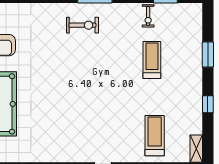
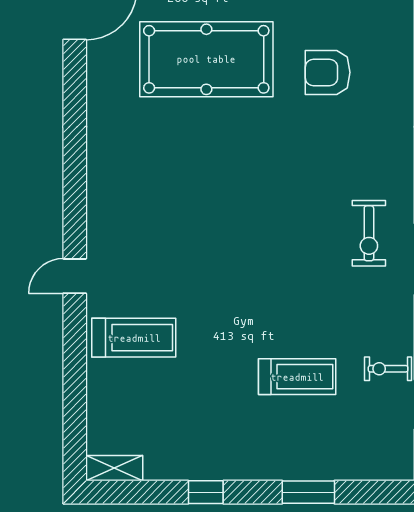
treadmill: (155, 136) -> (134, 338), moved

